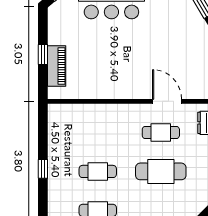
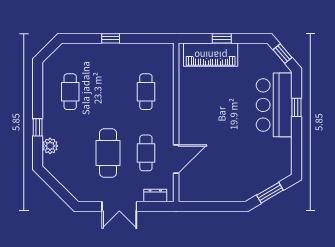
piano: (57, 66) -> (211, 55), width x1.37, depth x1.33
cafe table: (98, 171) -> (146, 92), moved

